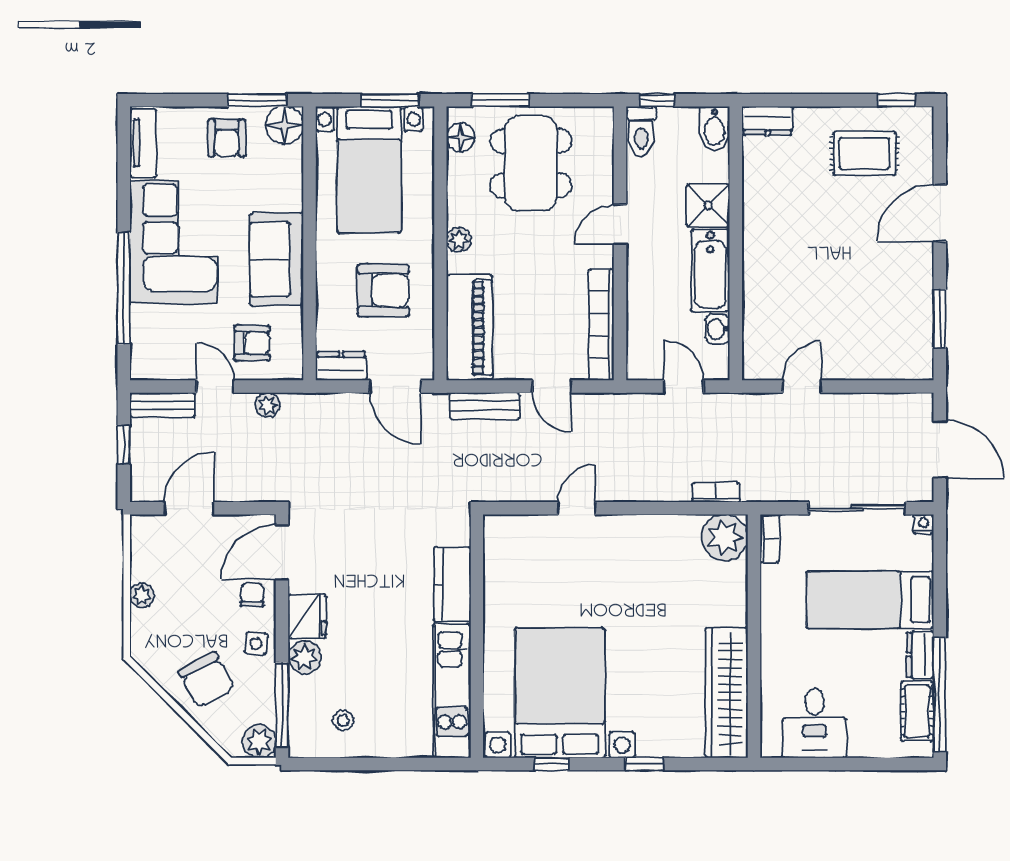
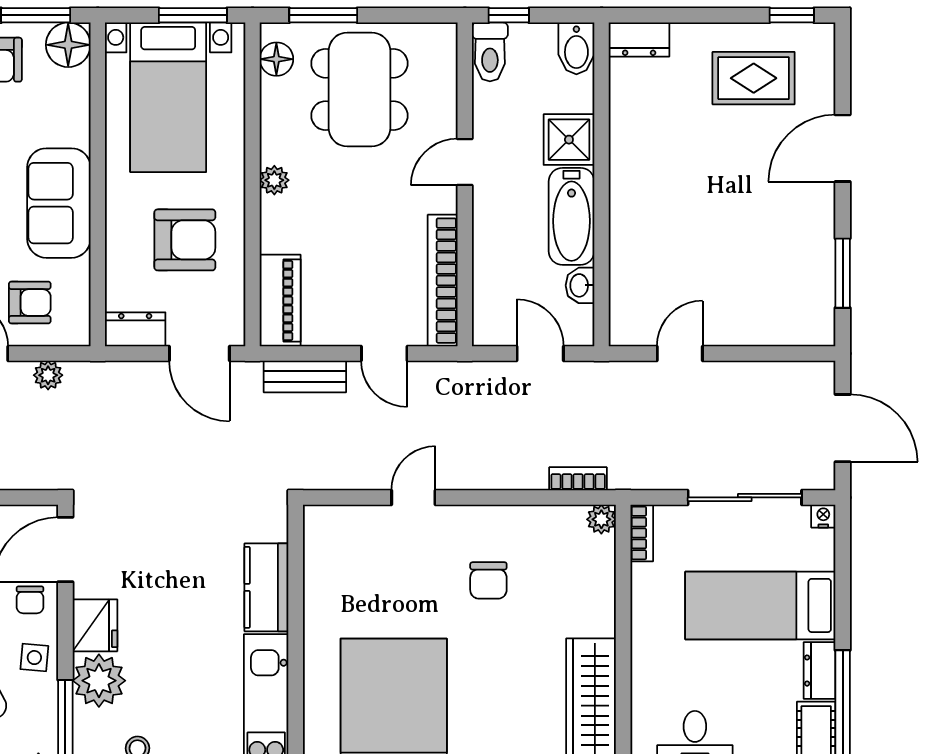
piano: (469, 327) -> (280, 301), width x0.73, depth x0.75
plant: (725, 538) -> (601, 519), width x0.53, depth x0.53
chair: (640, 579) -> (488, 580), added
chair: (252, 595) -> (30, 600), turned 180
plant: (305, 657) -> (99, 681), width x1.36, depth x1.36

